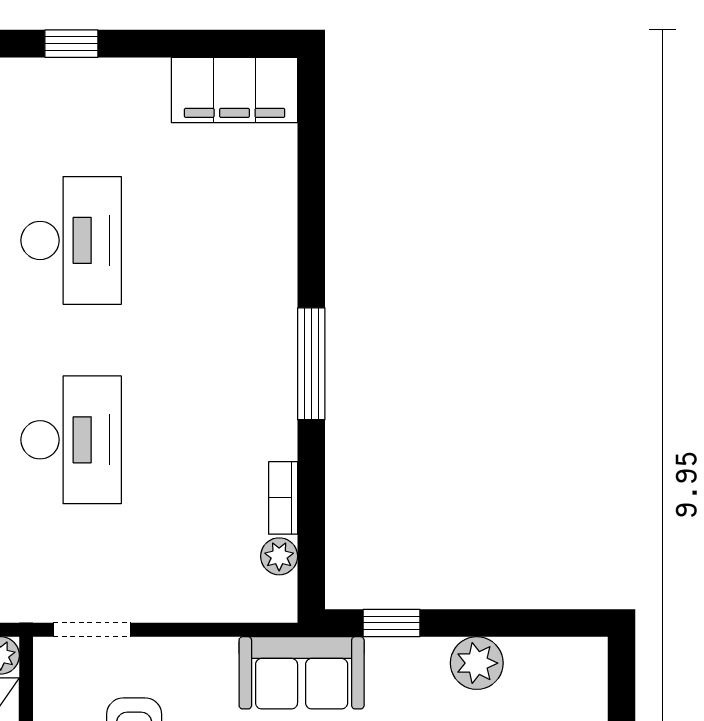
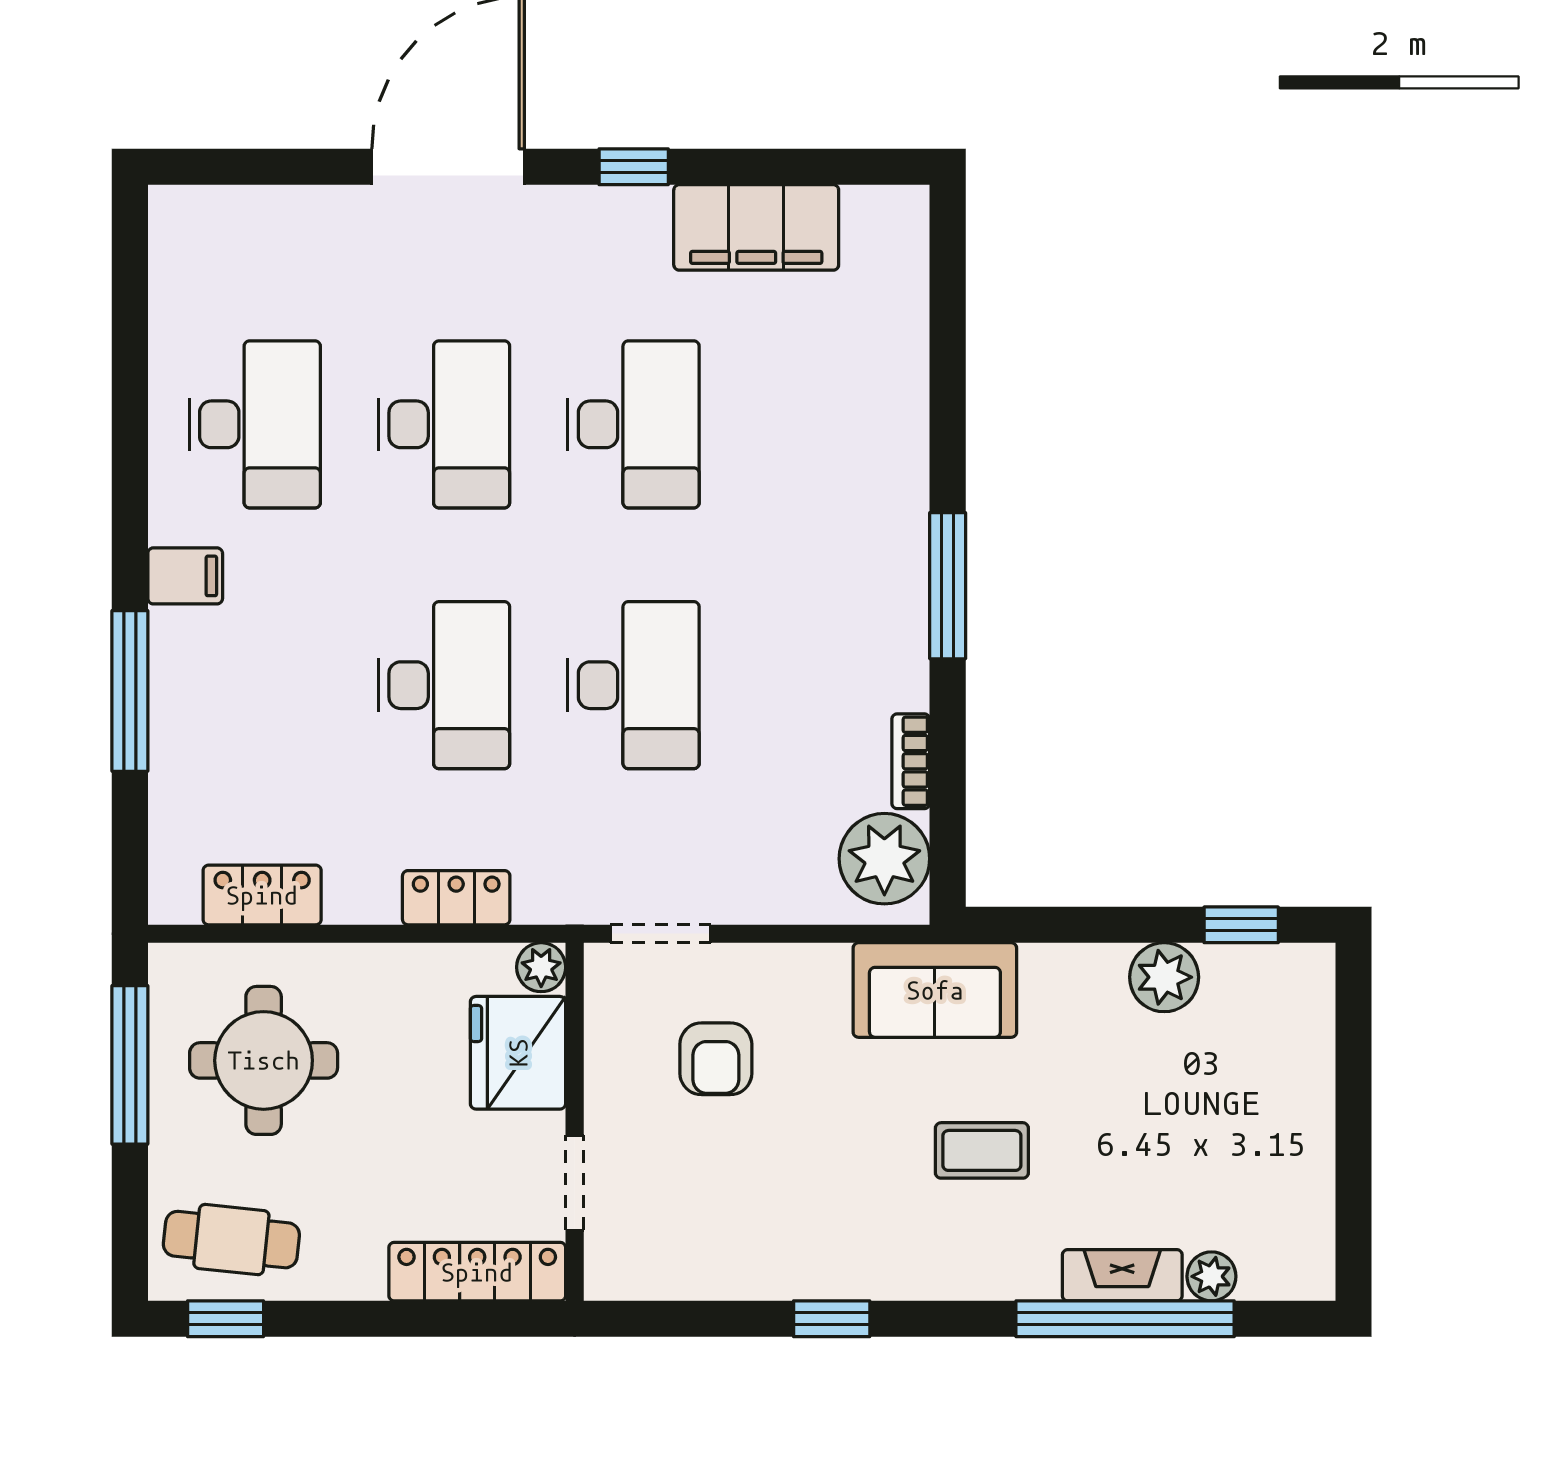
filing cabinet: (235, 90) -> (756, 227), moved
plant: (279, 556) -> (884, 859), width x1.87, depth x1.87
window: (392, 623) -> (1241, 925), moved

